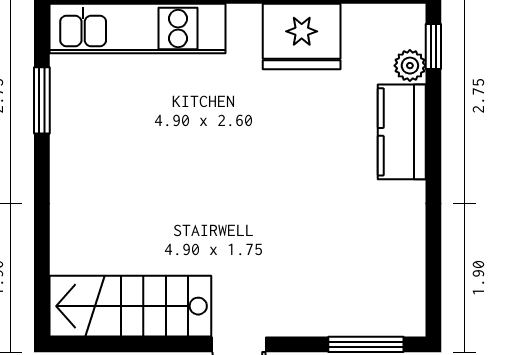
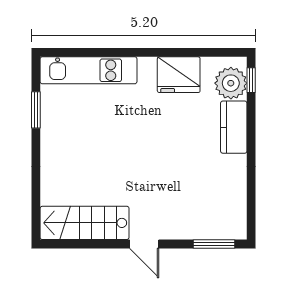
plant: (410, 66) -> (231, 83), width x1.87, depth x1.87

